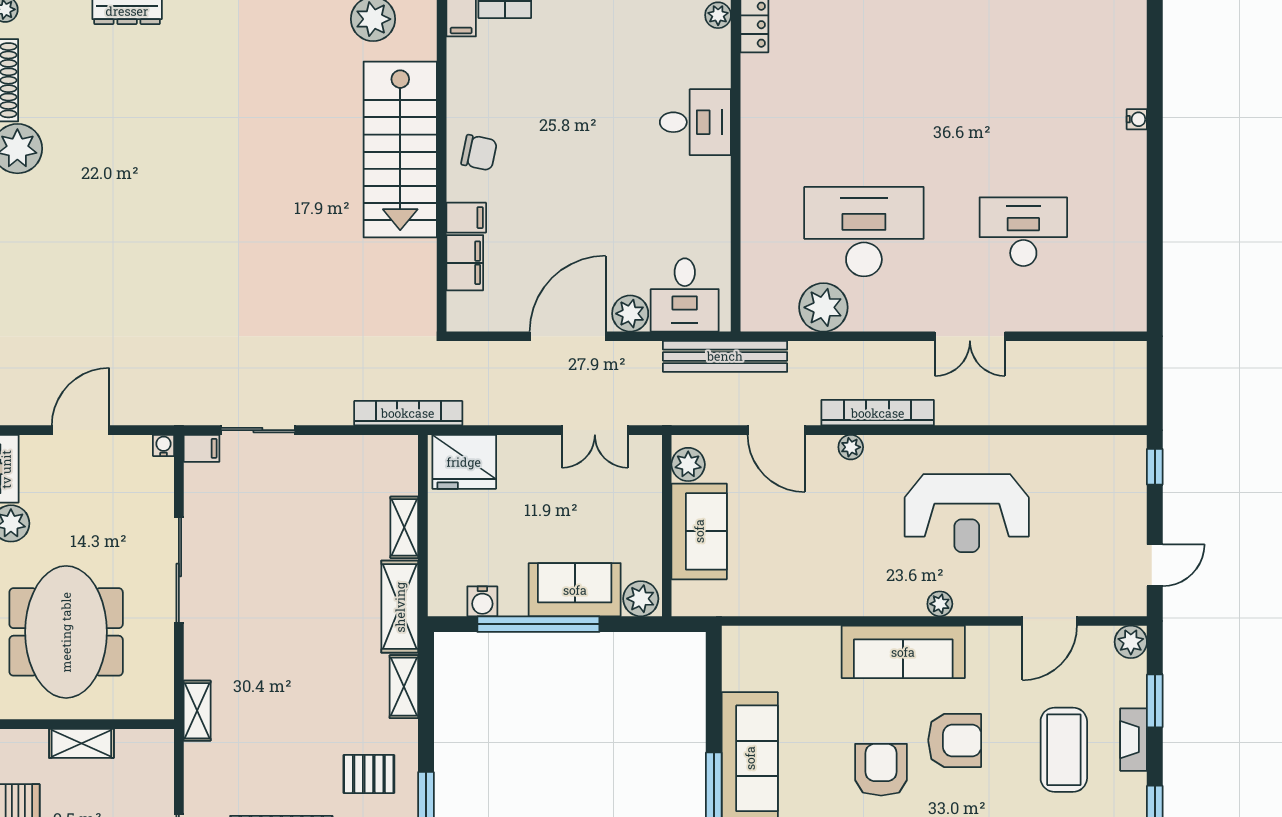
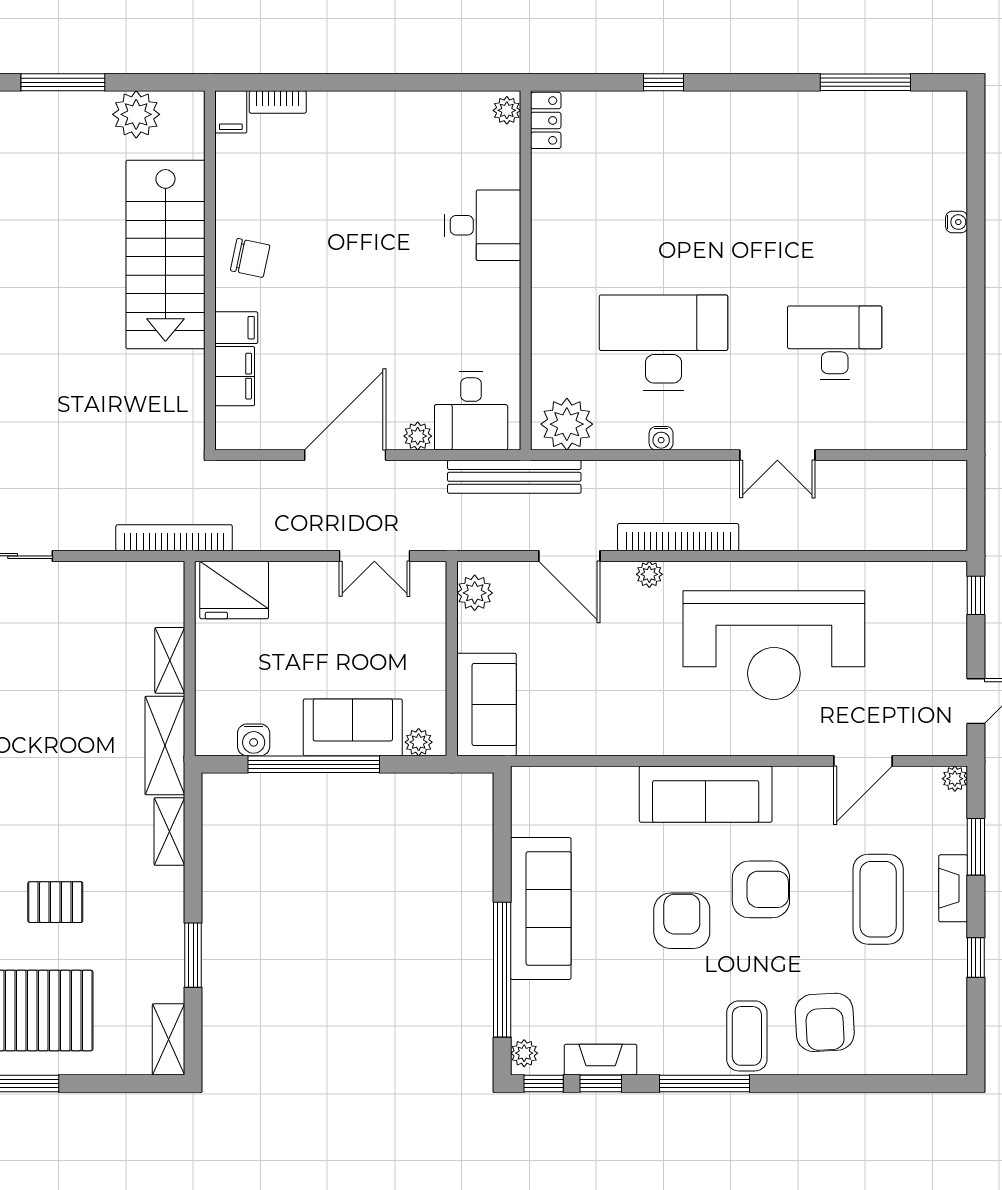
plant: (823, 307) -> (567, 424), moved
plant: (630, 314) -> (418, 436), width x0.73, depth x0.73
water cooler: (862, 321) -> (661, 438), added
reception desk: (967, 513) -> (774, 645), width x1.36, depth x1.30
sofa: (699, 531) -> (487, 704), moved
plant: (641, 599) -> (419, 742), width x0.73, depth x0.73
plant: (940, 604) -> (745, 743), removed
plant: (1131, 642) -> (955, 779), width x0.73, depth x0.73
pallet: (369, 774) -> (55, 902), moved

